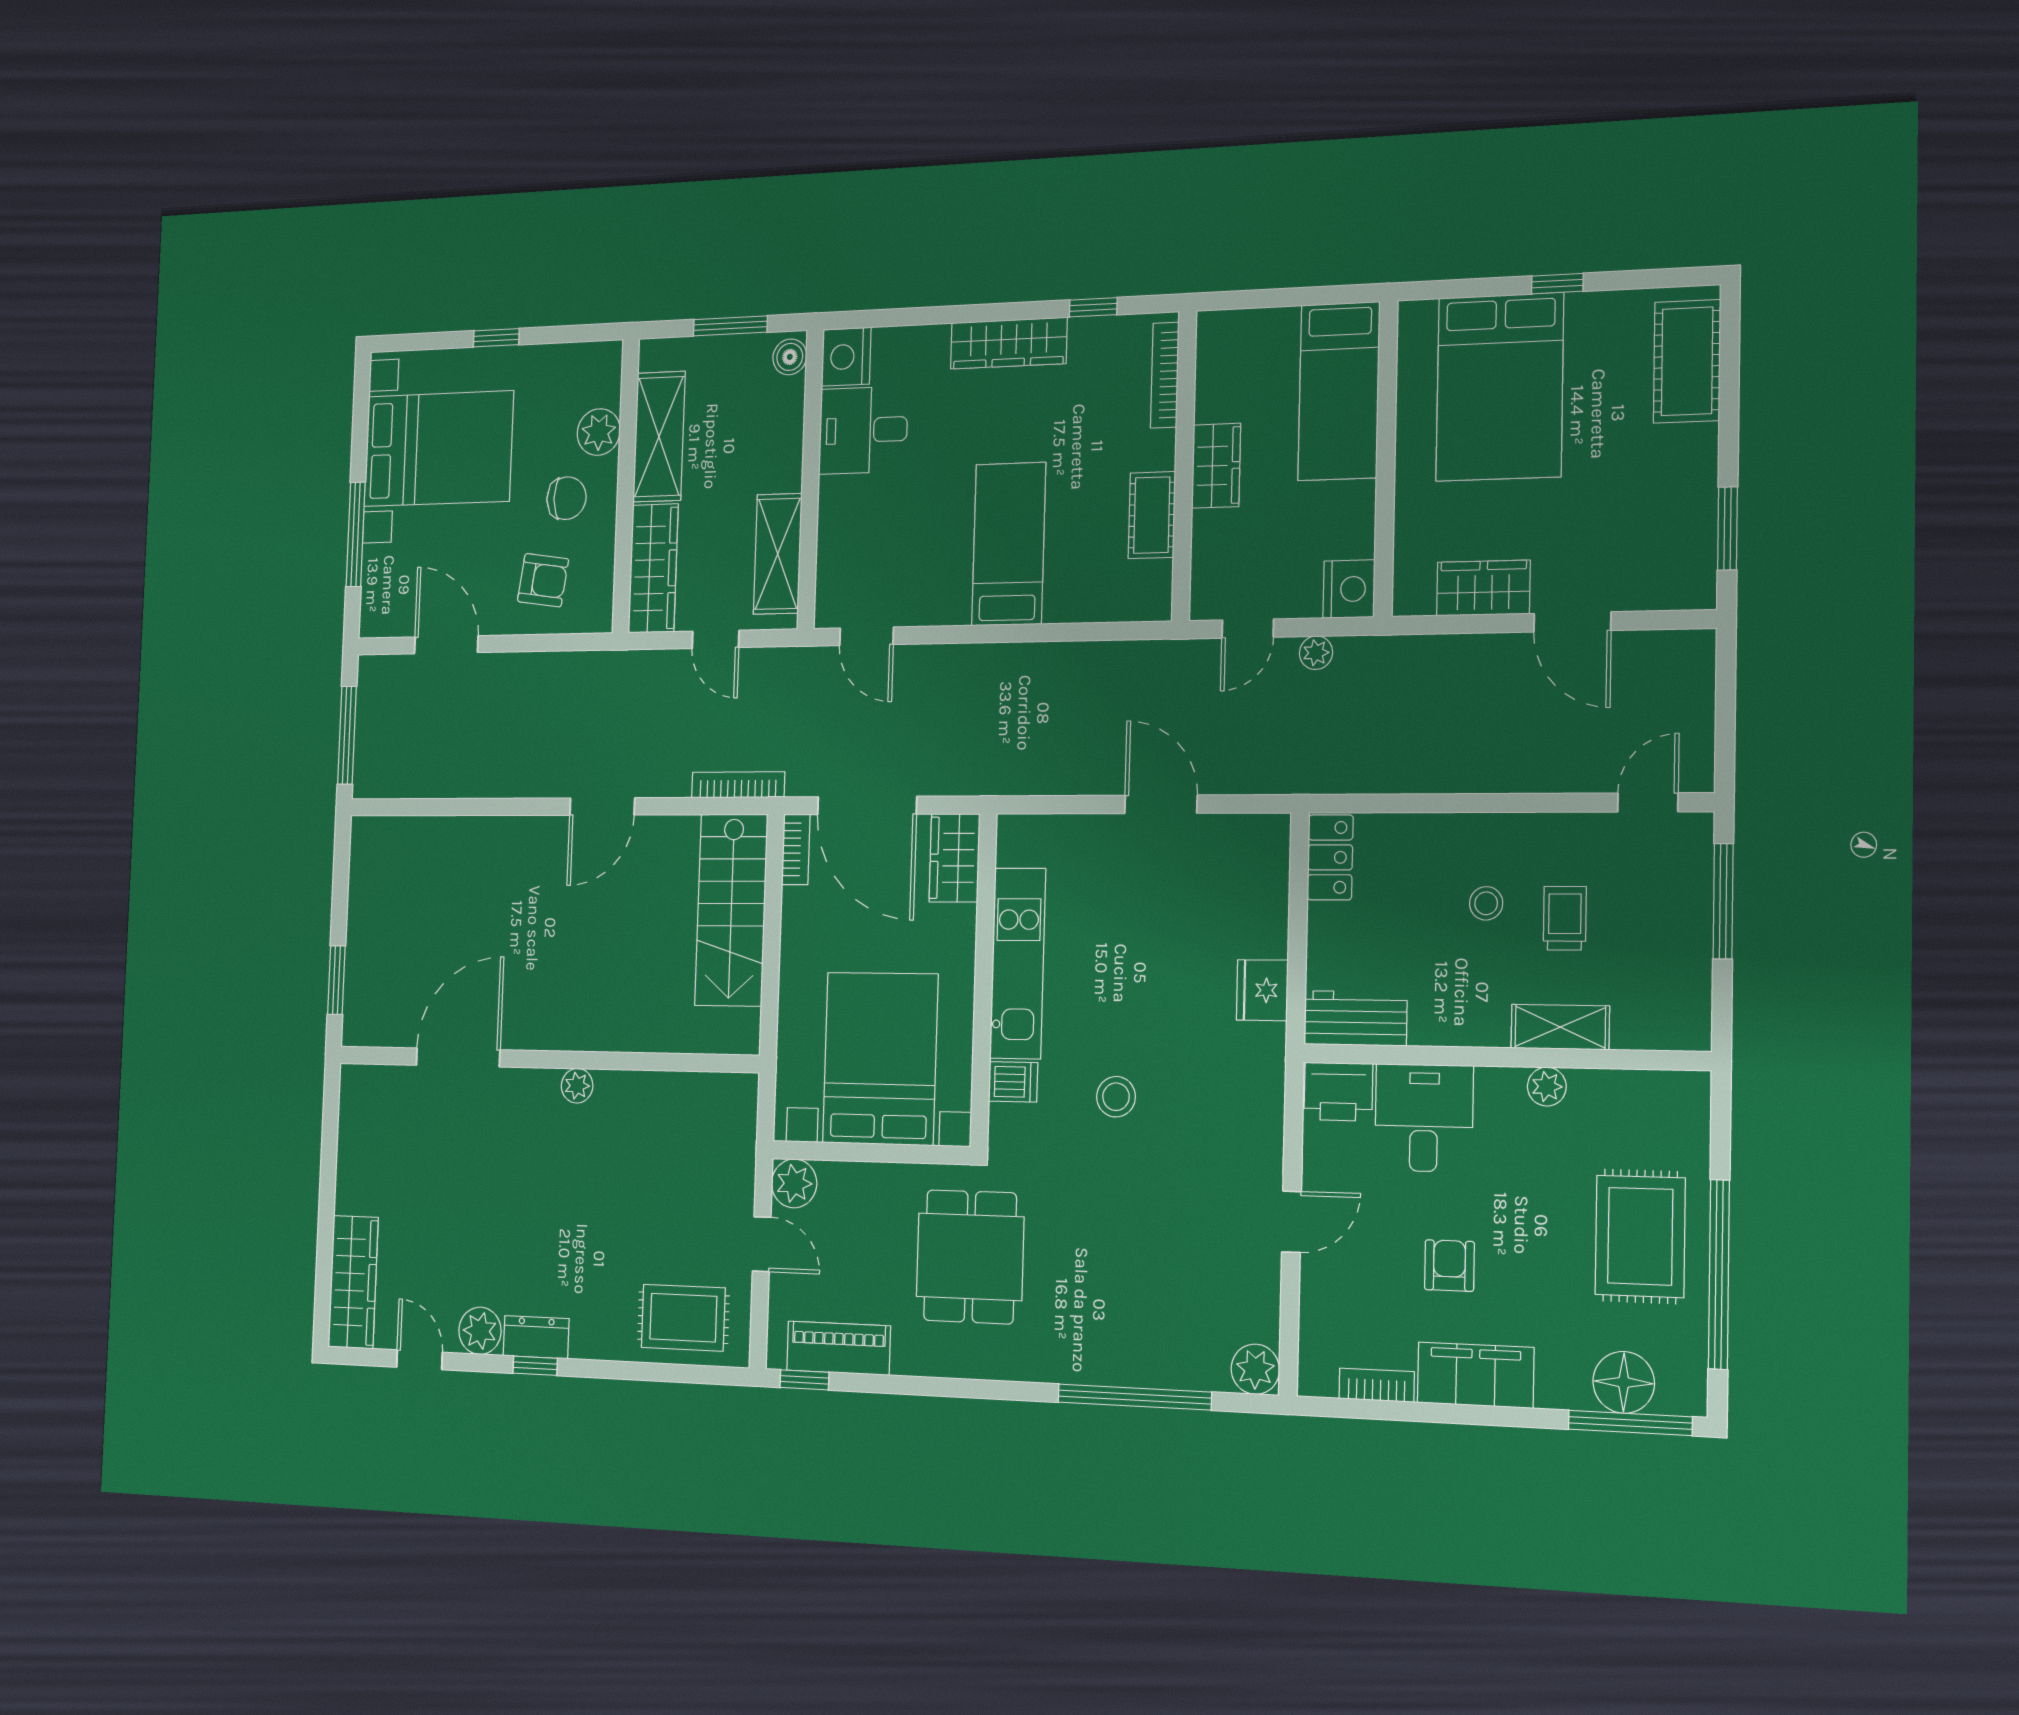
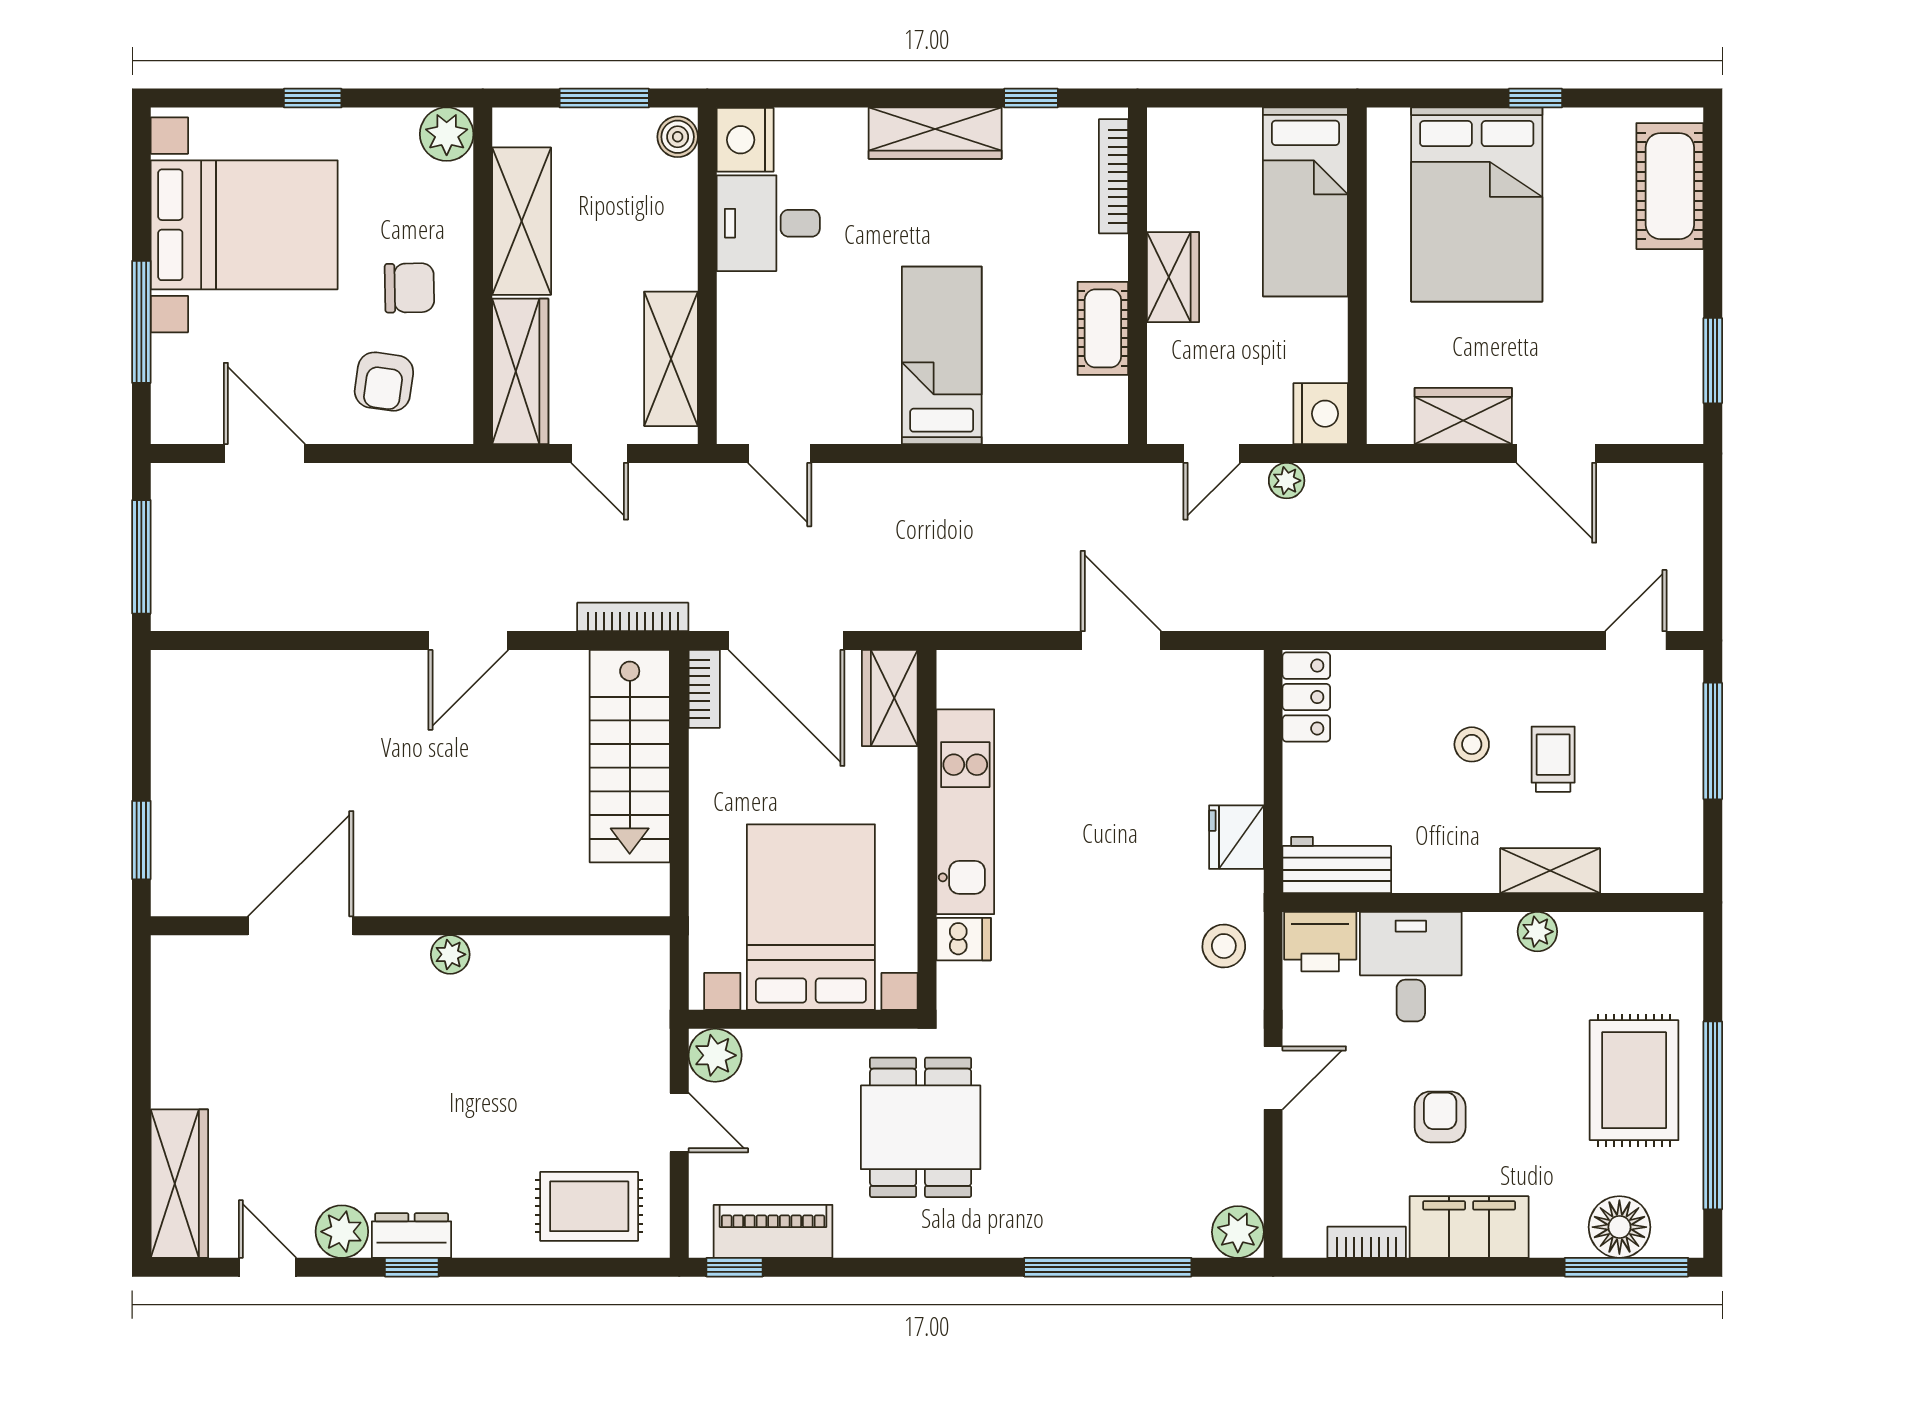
plant: (599, 432) -> (447, 134), moved
armchair: (543, 580) -> (384, 382), turned 90
stool: (1116, 1097) -> (1224, 946), moved

